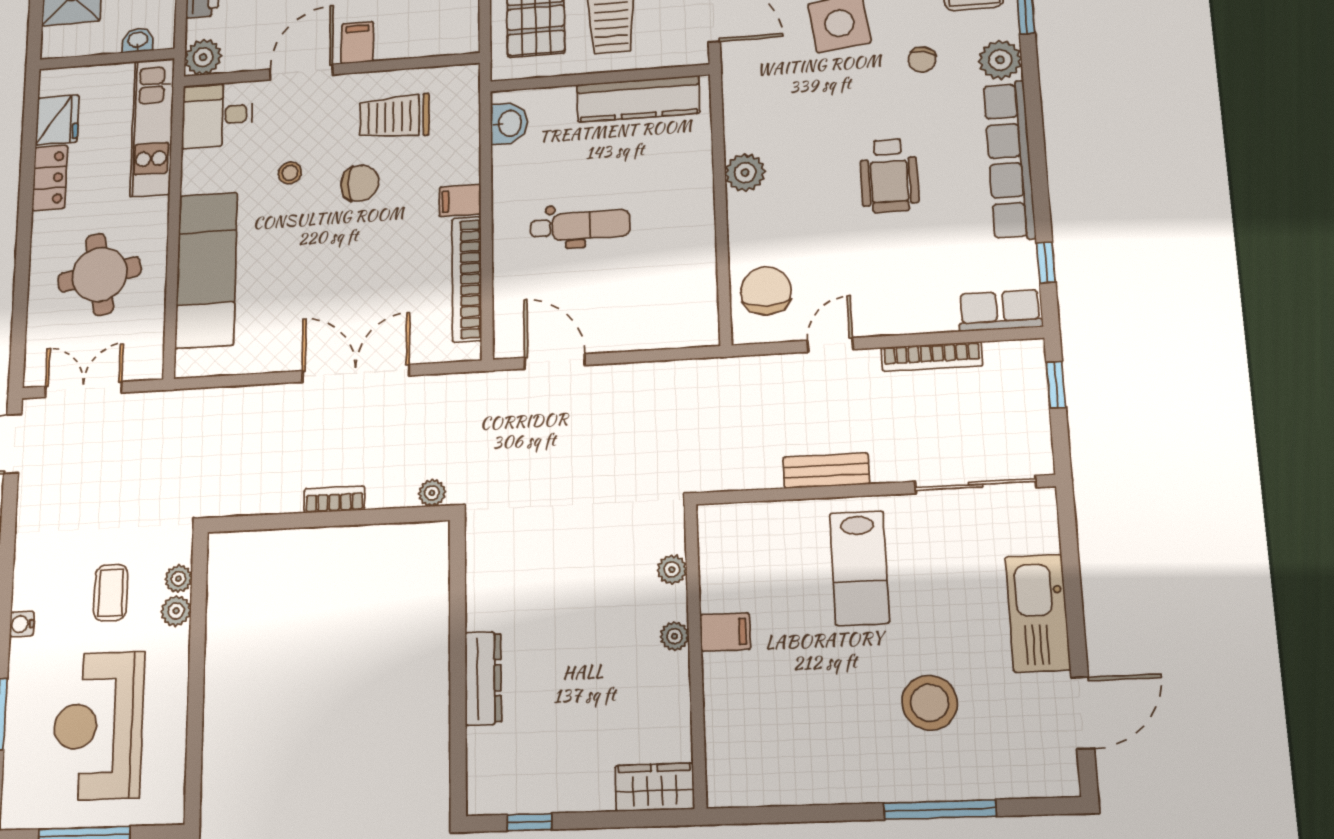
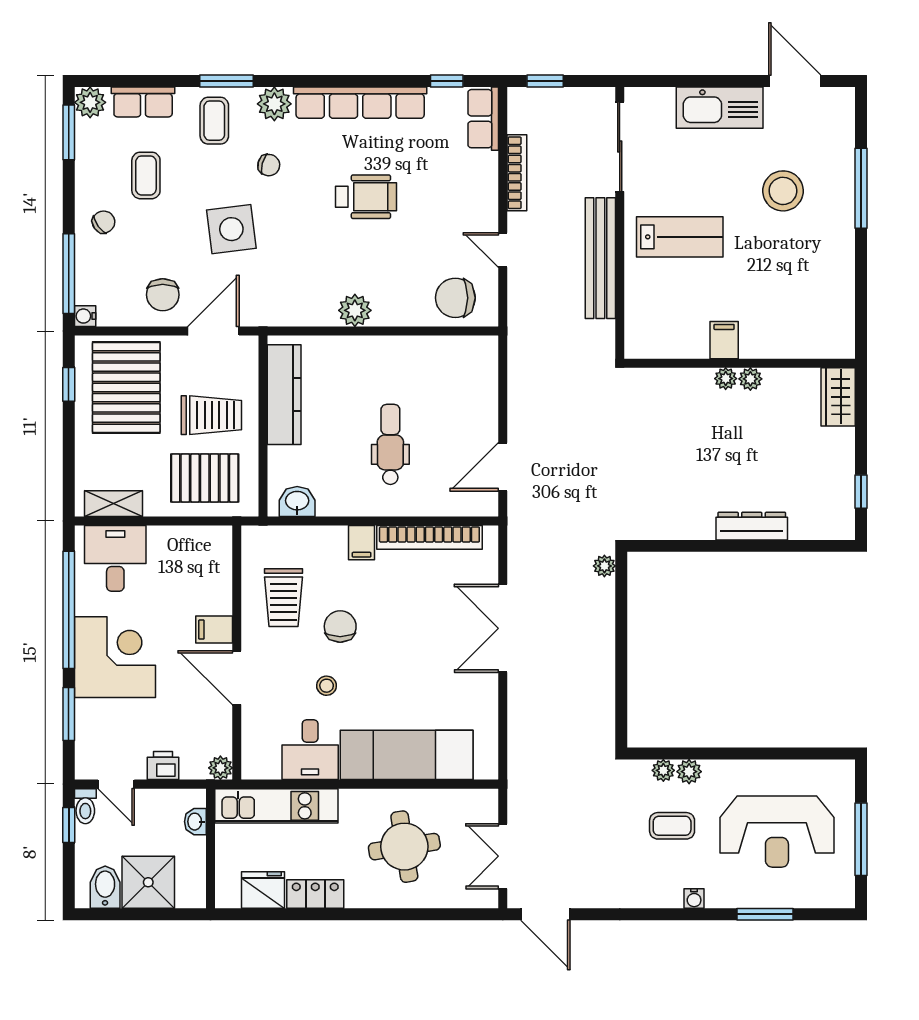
plant: (203, 57) -> (220, 768), width x0.73, depth x0.73
desk: (217, 115) -> (310, 750), moved
bench: (826, 471) -> (600, 258), width x1.86, depth x1.21
bookcase: (334, 499) -> (606, 645), removed
plant: (672, 570) -> (750, 379), moved

